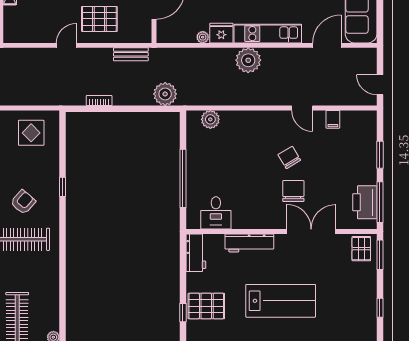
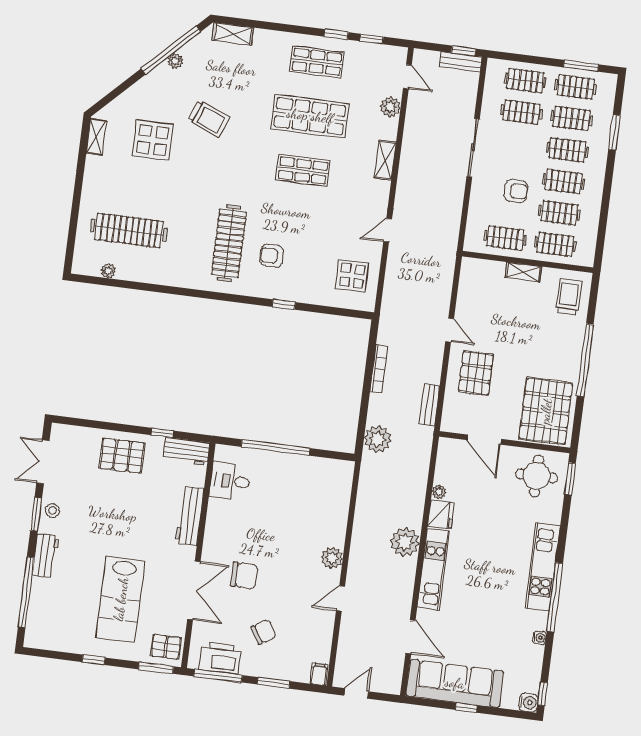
bookcase: (99, 100) -> (379, 369), width x1.56
plant: (210, 119) -> (332, 558), moved
filing cabinet: (333, 119) -> (319, 674), moved, turned 90
chair: (289, 157) -> (264, 632), moved
armchair: (23, 202) -> (272, 256), turned 139
lab bench: (281, 301) -> (121, 599), moved
pallet: (206, 306) -> (122, 456), turned 90
window: (183, 313) -> (162, 433), moved

